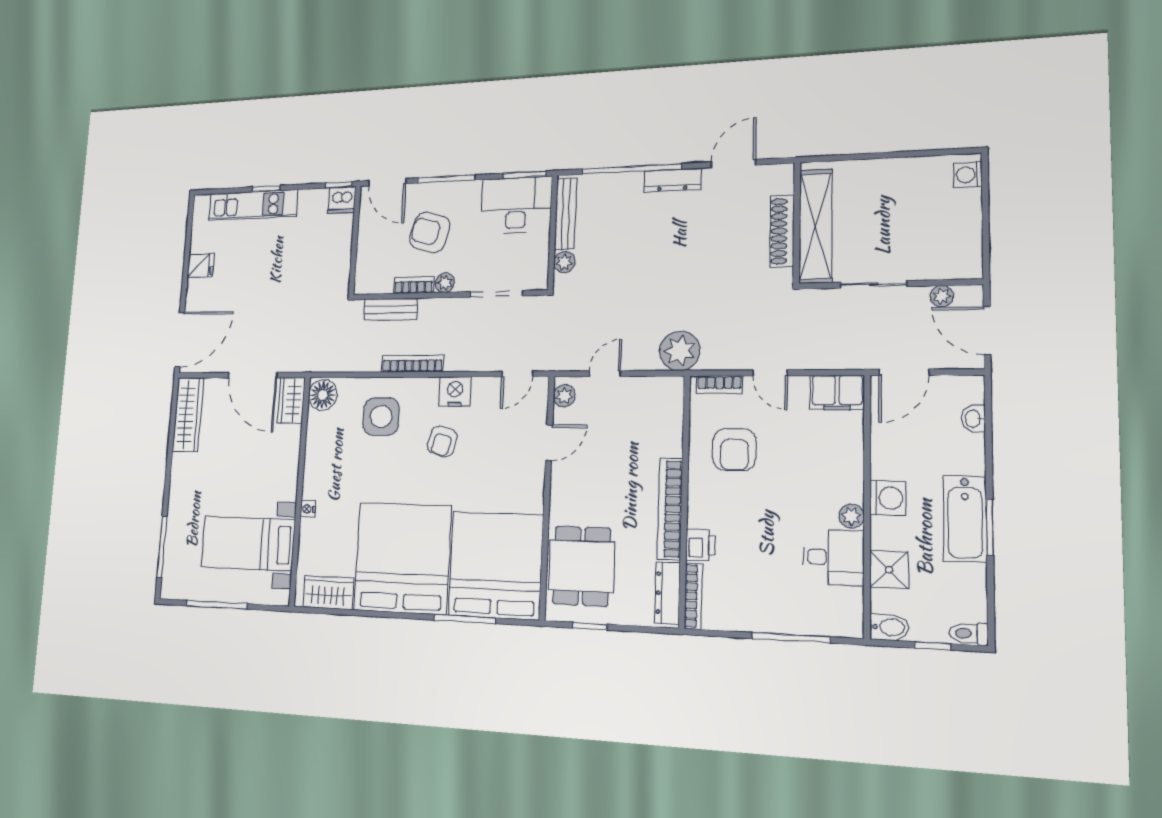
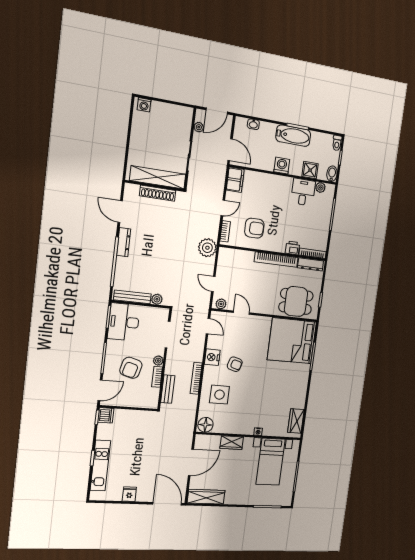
wardrobe: (291, 400) -> (232, 443), moved
plant: (851, 516) -> (320, 187), moved
bed: (403, 558) -> (284, 385), removed

